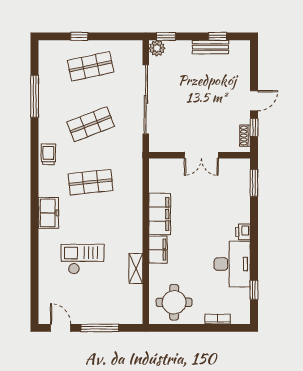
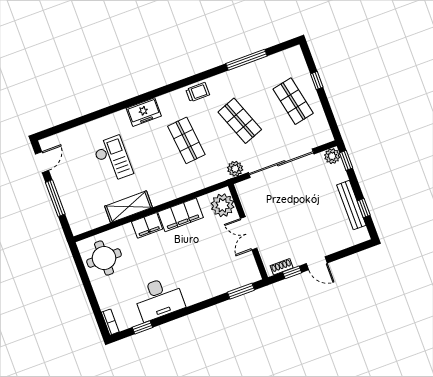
bench: (210, 47) -> (351, 205), width x1.36
plant: (135, 145) -> (235, 169), added
plant: (165, 170) -> (223, 205), added
printer: (243, 232) -> (192, 298), removed
shelving: (136, 268) -> (129, 207), width x1.50, depth x1.33
bookcase: (218, 319) -> (110, 322), moved

